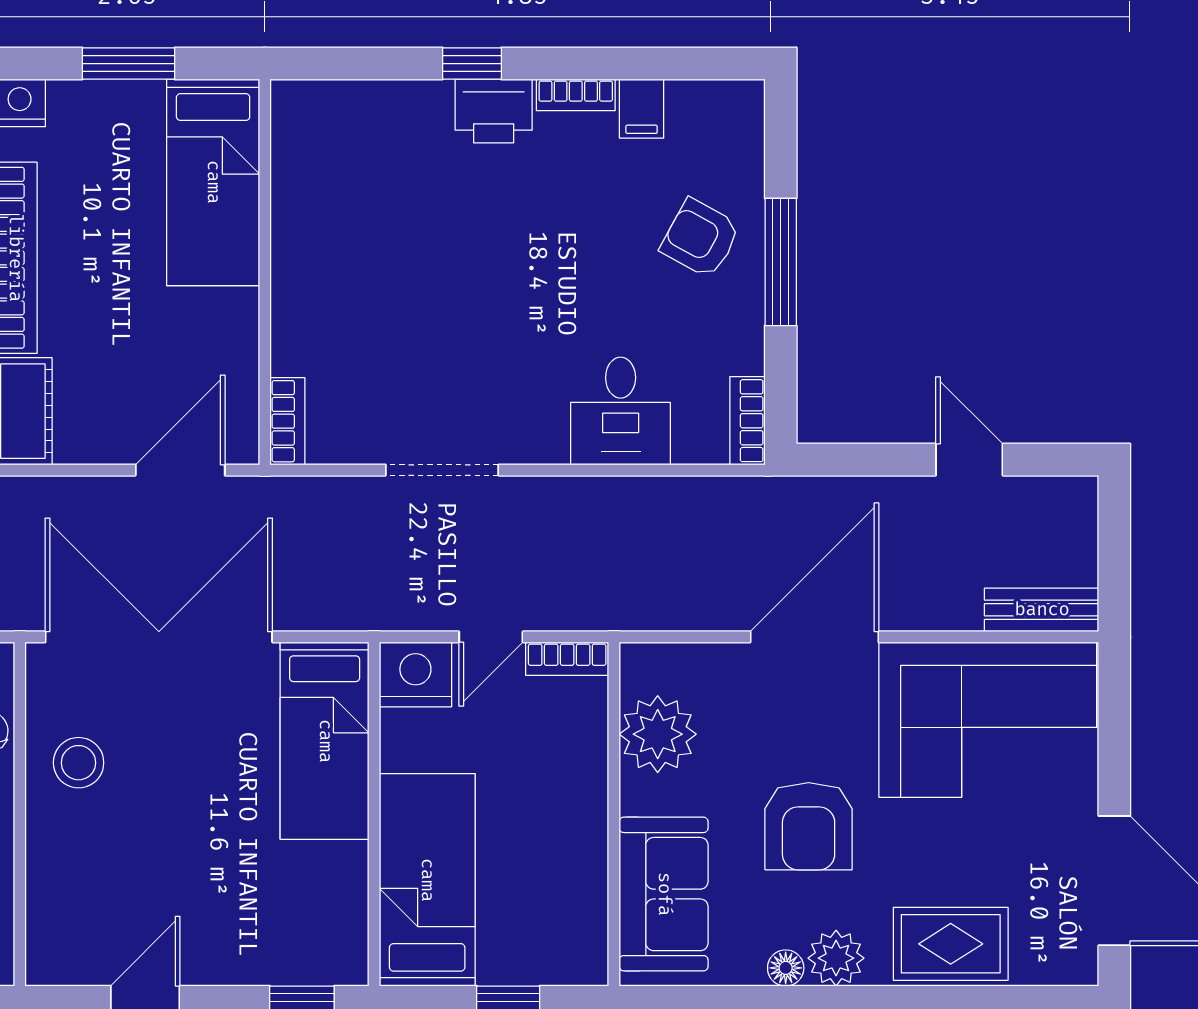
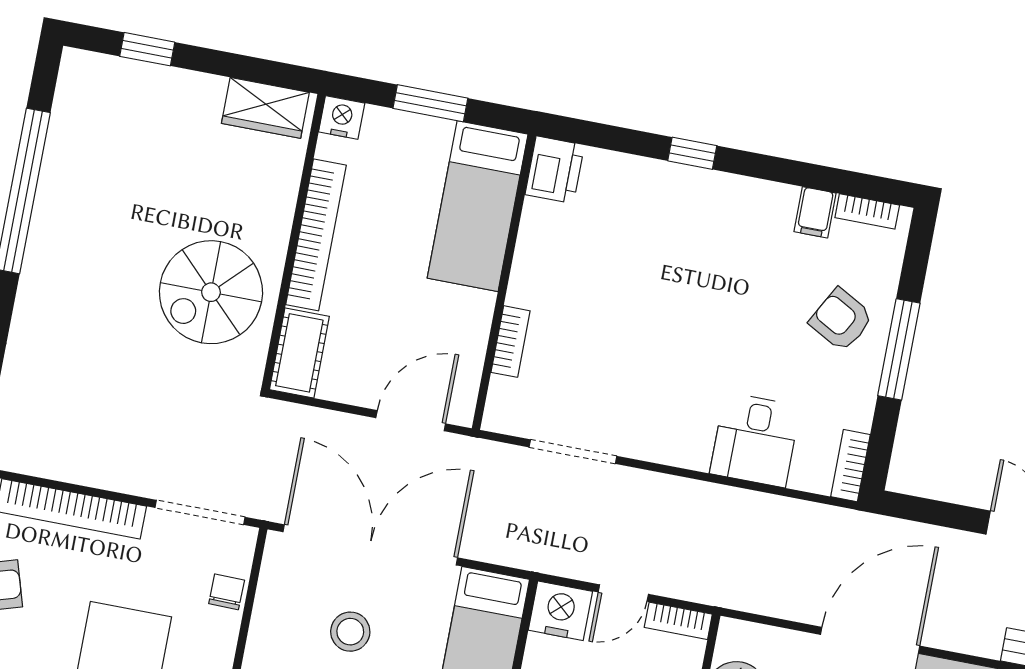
bookcase: (576, 95) -> (867, 211), moved
printer: (494, 111) -> (555, 170), moved, turned -90
bookcase: (287, 421) -> (511, 342), moved
doorway: (442, 470) -> (573, 452), moved
stool: (79, 763) -> (350, 632), moved

